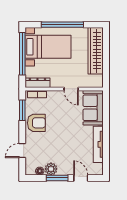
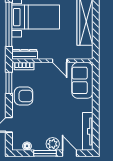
tv unit: (98, 144) -> (88, 131), moved
plant: (51, 169) -> (53, 144), moved

